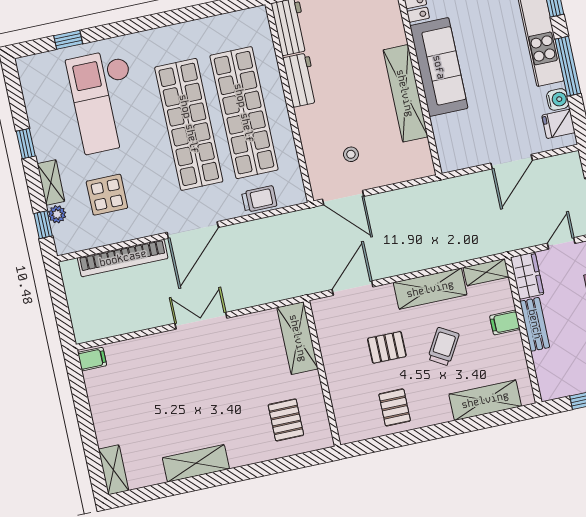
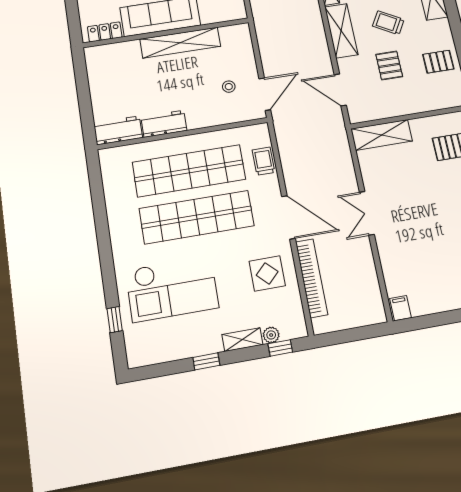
display table: (107, 195) -> (267, 273), moved

